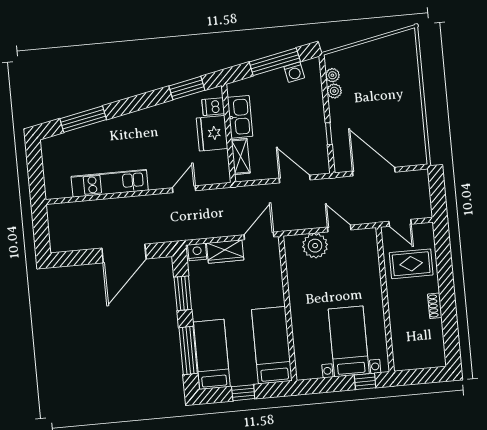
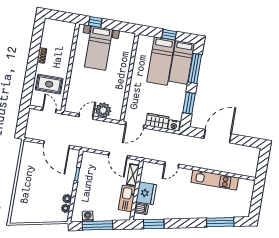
door: (295, 179) -> (118, 155), moved
door: (339, 228) -> (86, 117), swing flipped
bed: (272, 345) -> (161, 61), moved

